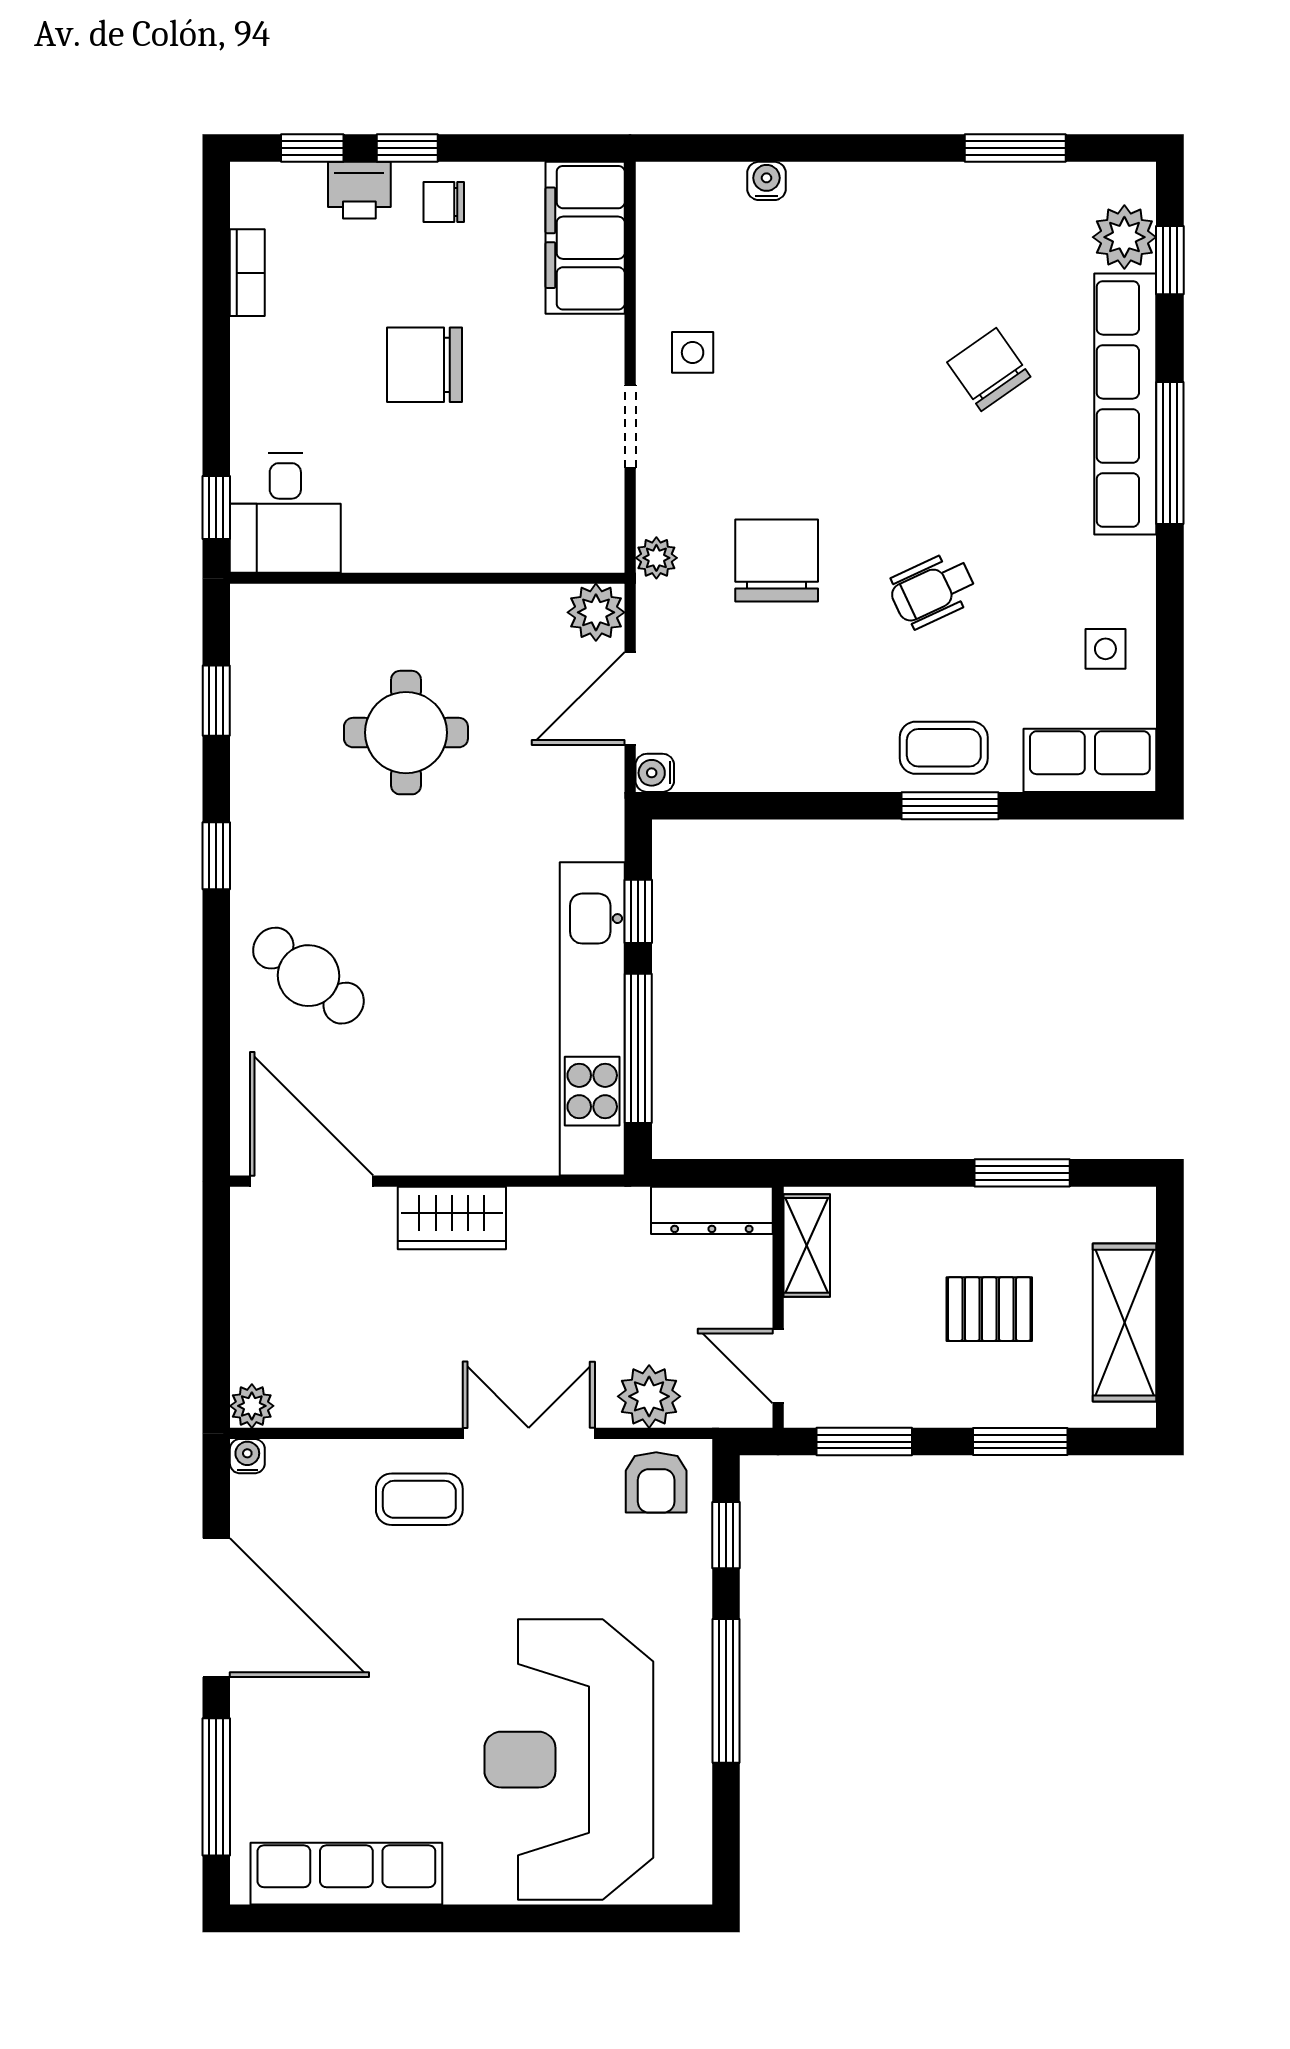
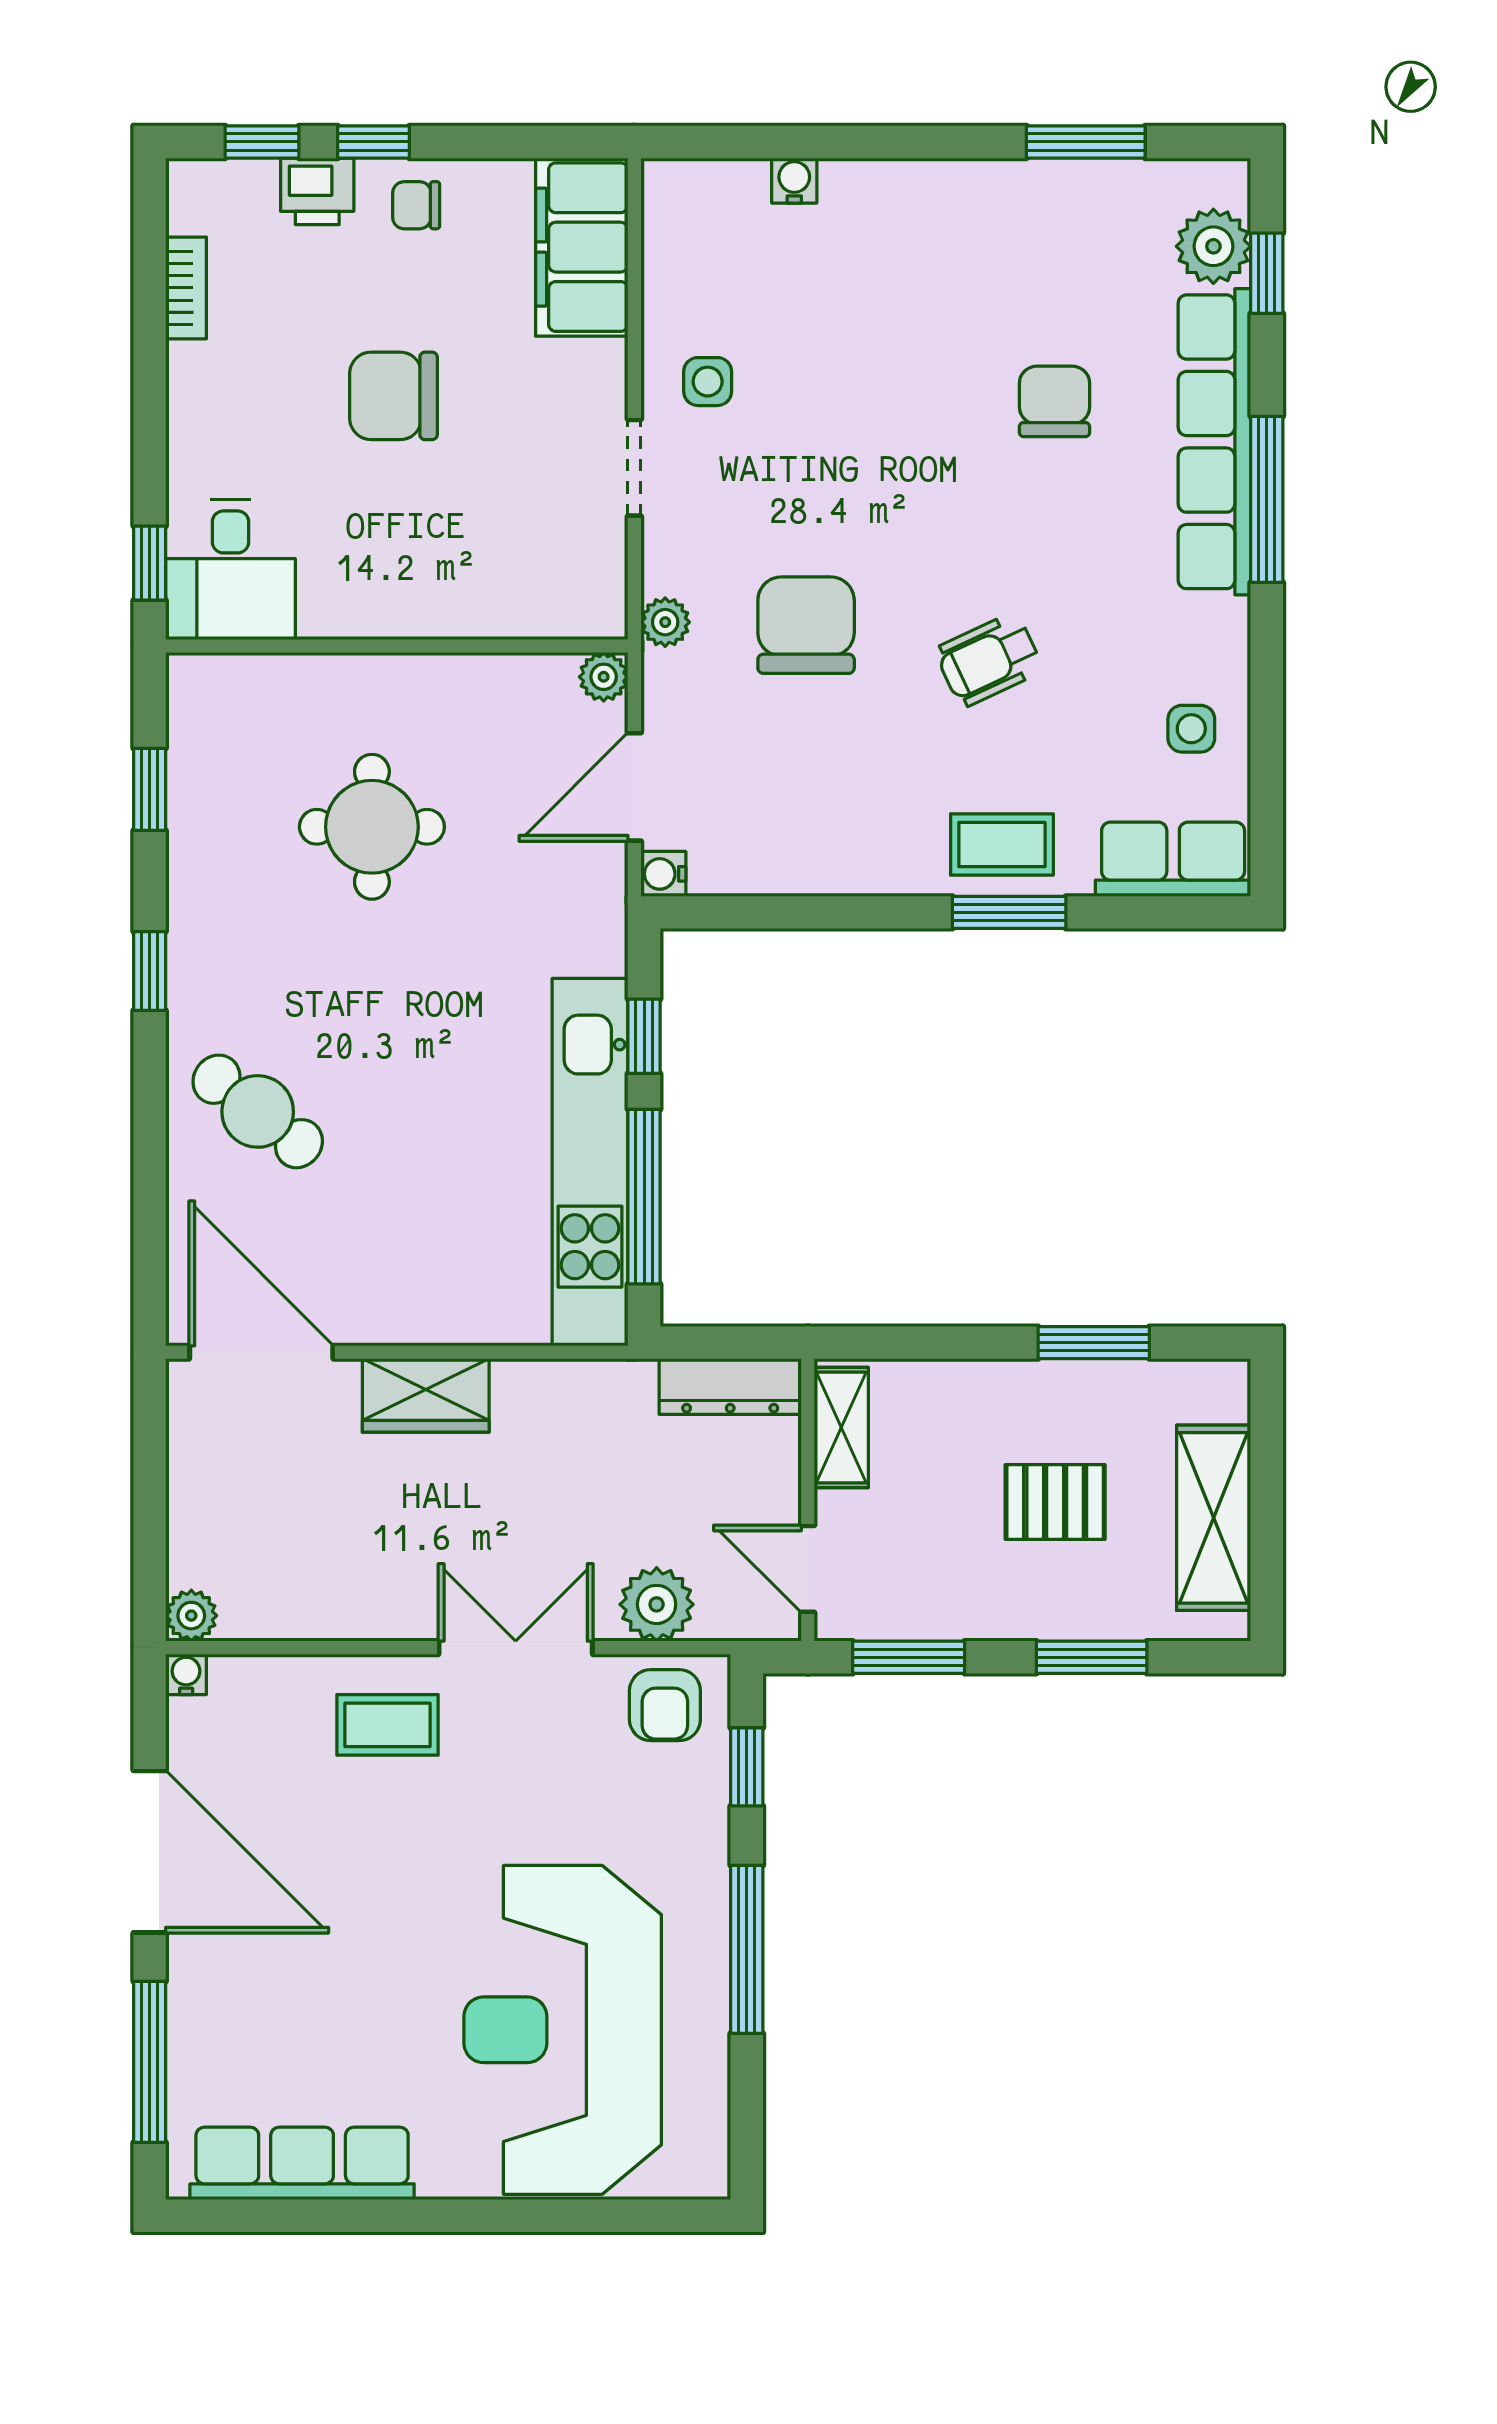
chair: (989, 369) -> (1055, 401), turned 35
plant: (596, 612) -> (604, 677), width x0.73, depth x0.73

